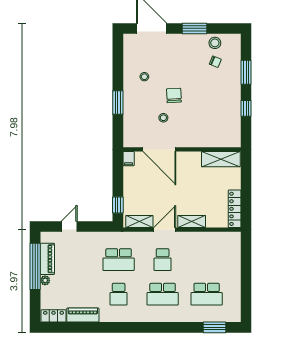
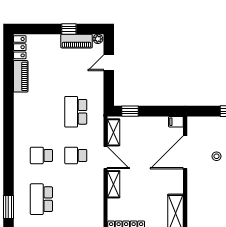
door: (69, 226) -> (109, 63), swing flipped
window: (35, 266) -> (69, 29), width x0.32
plant: (45, 280) -> (98, 39), moved
school desk: (119, 294) -> (41, 112), removed
school desk: (163, 294) -> (41, 155), width x0.54

